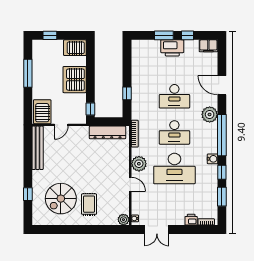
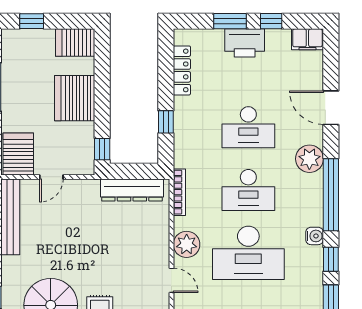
locker: (136, 64) -> (182, 70), added

